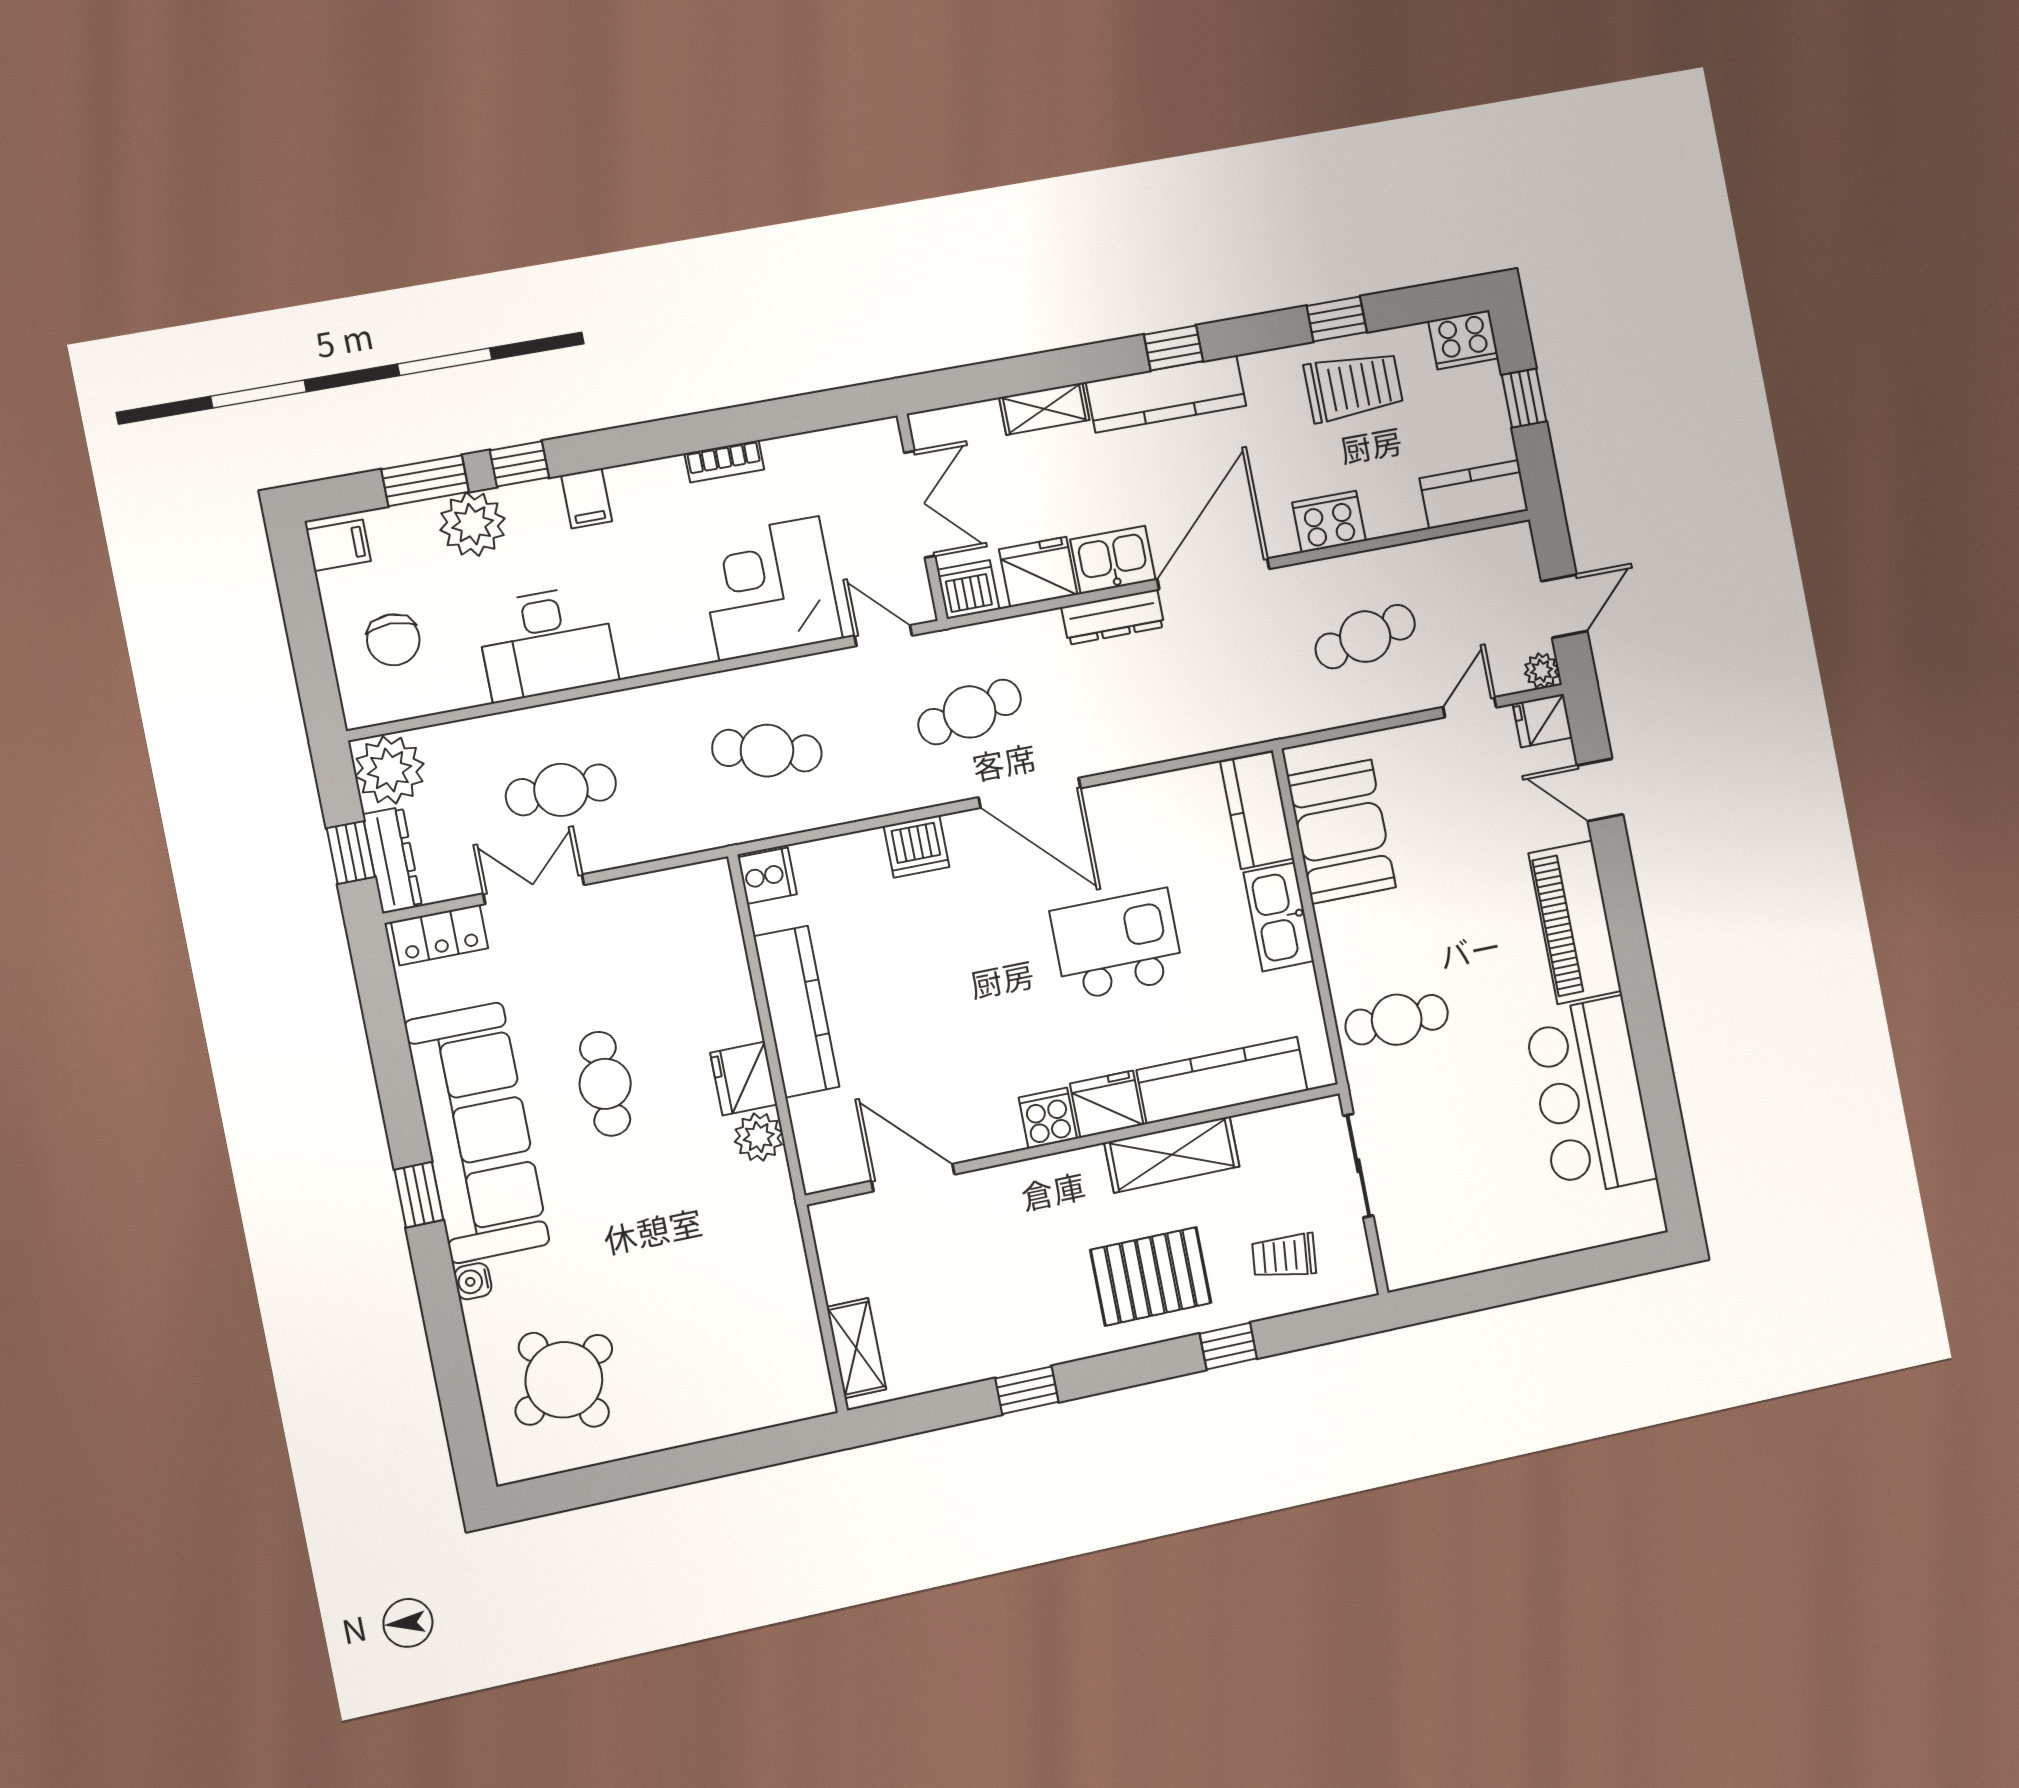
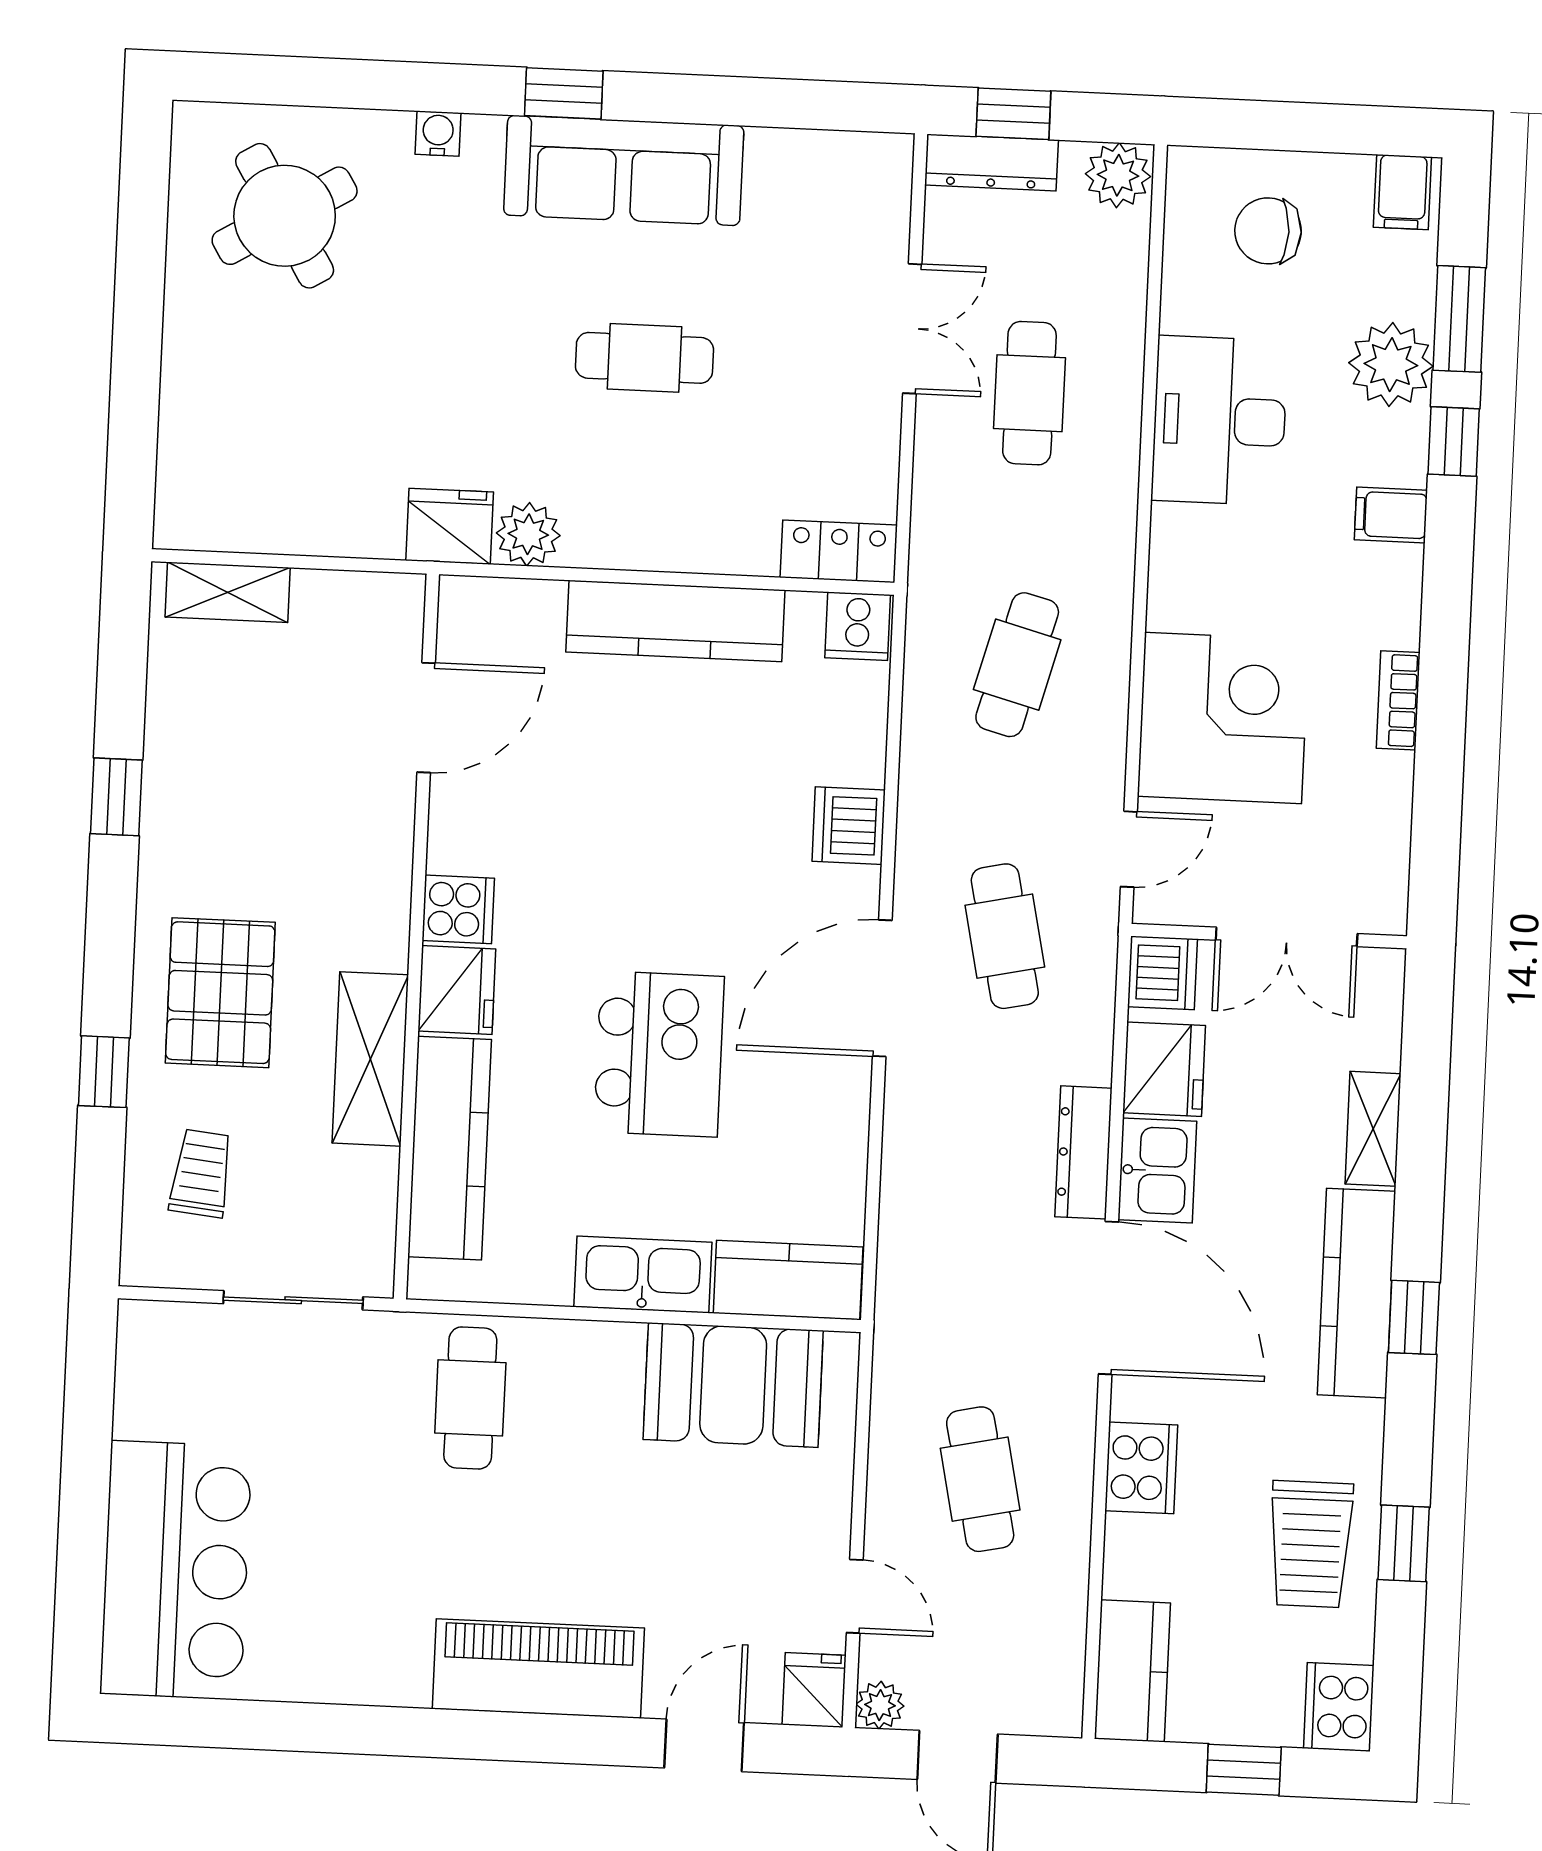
plant: (389, 770) -> (1118, 175), width x0.73, depth x0.73
locker: (440, 935) -> (839, 551), moved, turned 90
fridge: (744, 1079) -> (450, 526), moved
bar counter: (1590, 1097) -> (176, 1570), moved, turned 90
sofa: (477, 1133) -> (624, 170), width x0.74, depth x0.79

